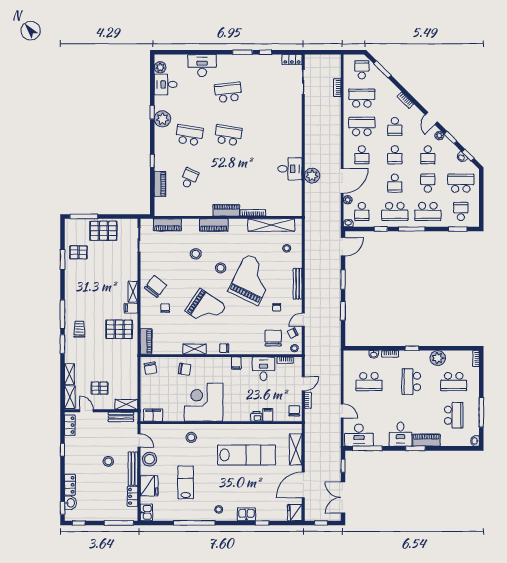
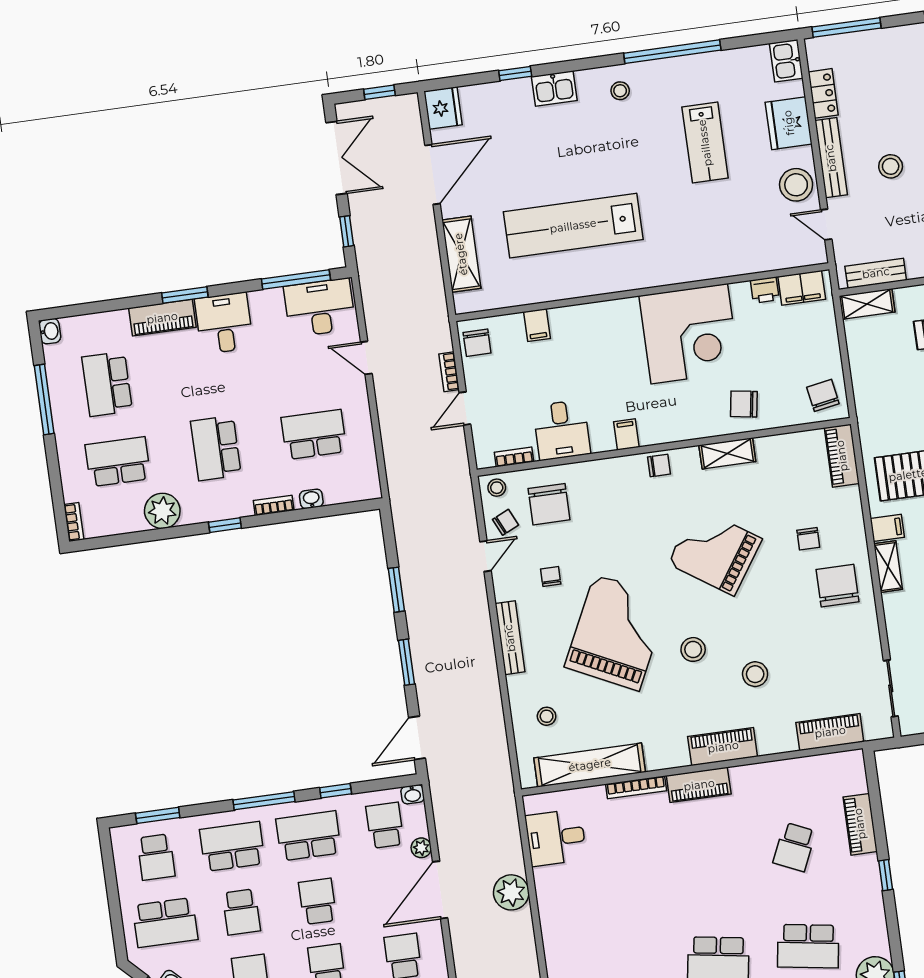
desk: (290, 169) -> (556, 838), moved
grand piano: (252, 280) -> (617, 633), turned 180
chair: (156, 287) -> (838, 586), turned 142
school desk: (411, 382) -> (216, 448), turned 180
printer: (256, 416) -> (765, 290), moved
stool: (191, 437) -> (707, 248), removed

